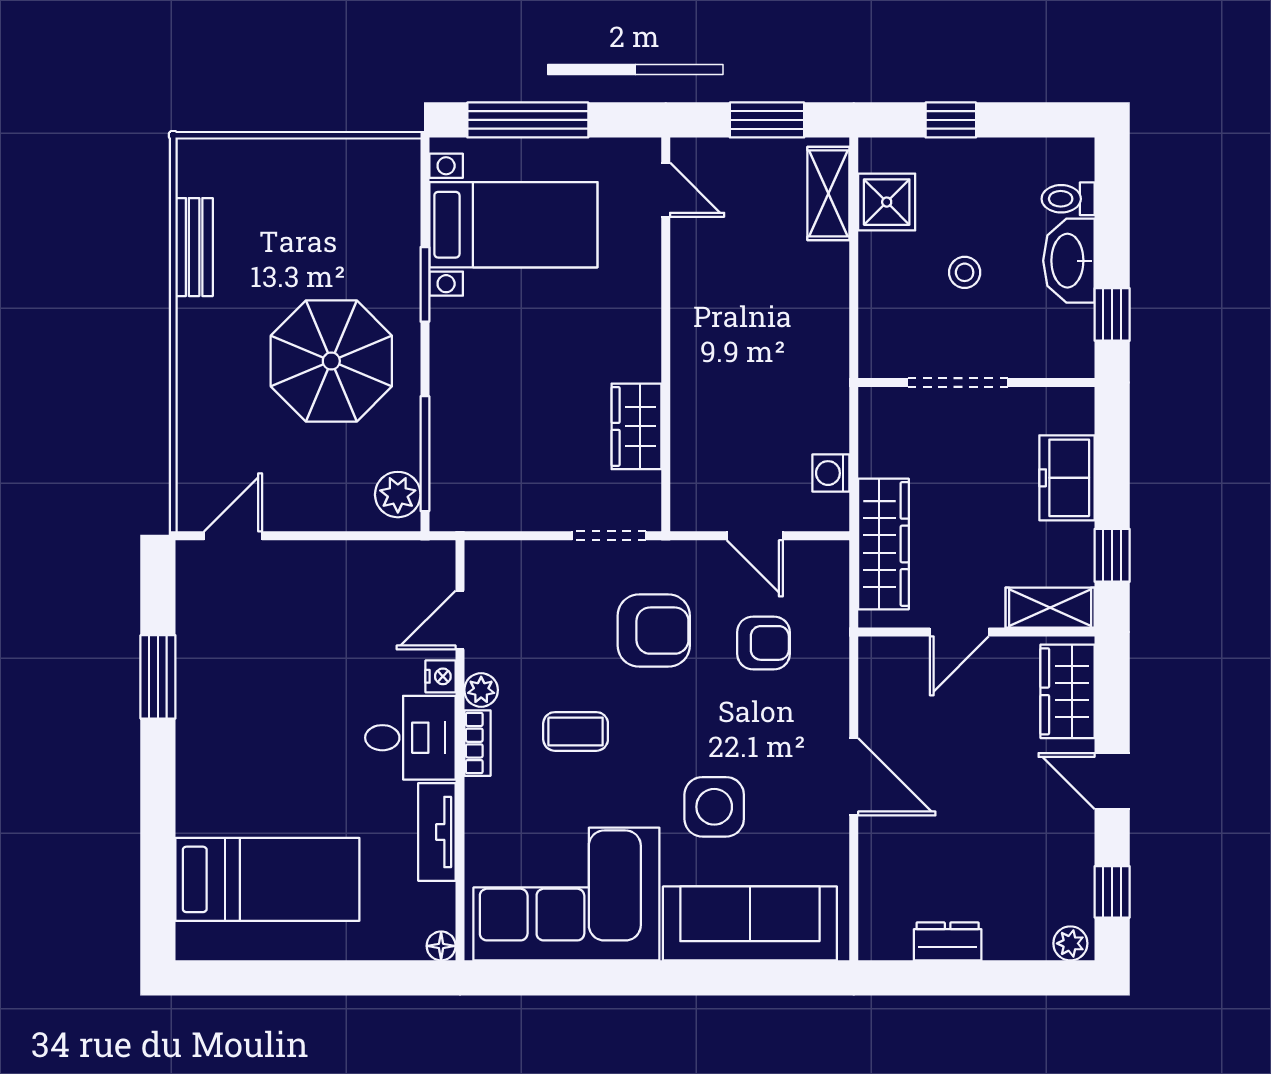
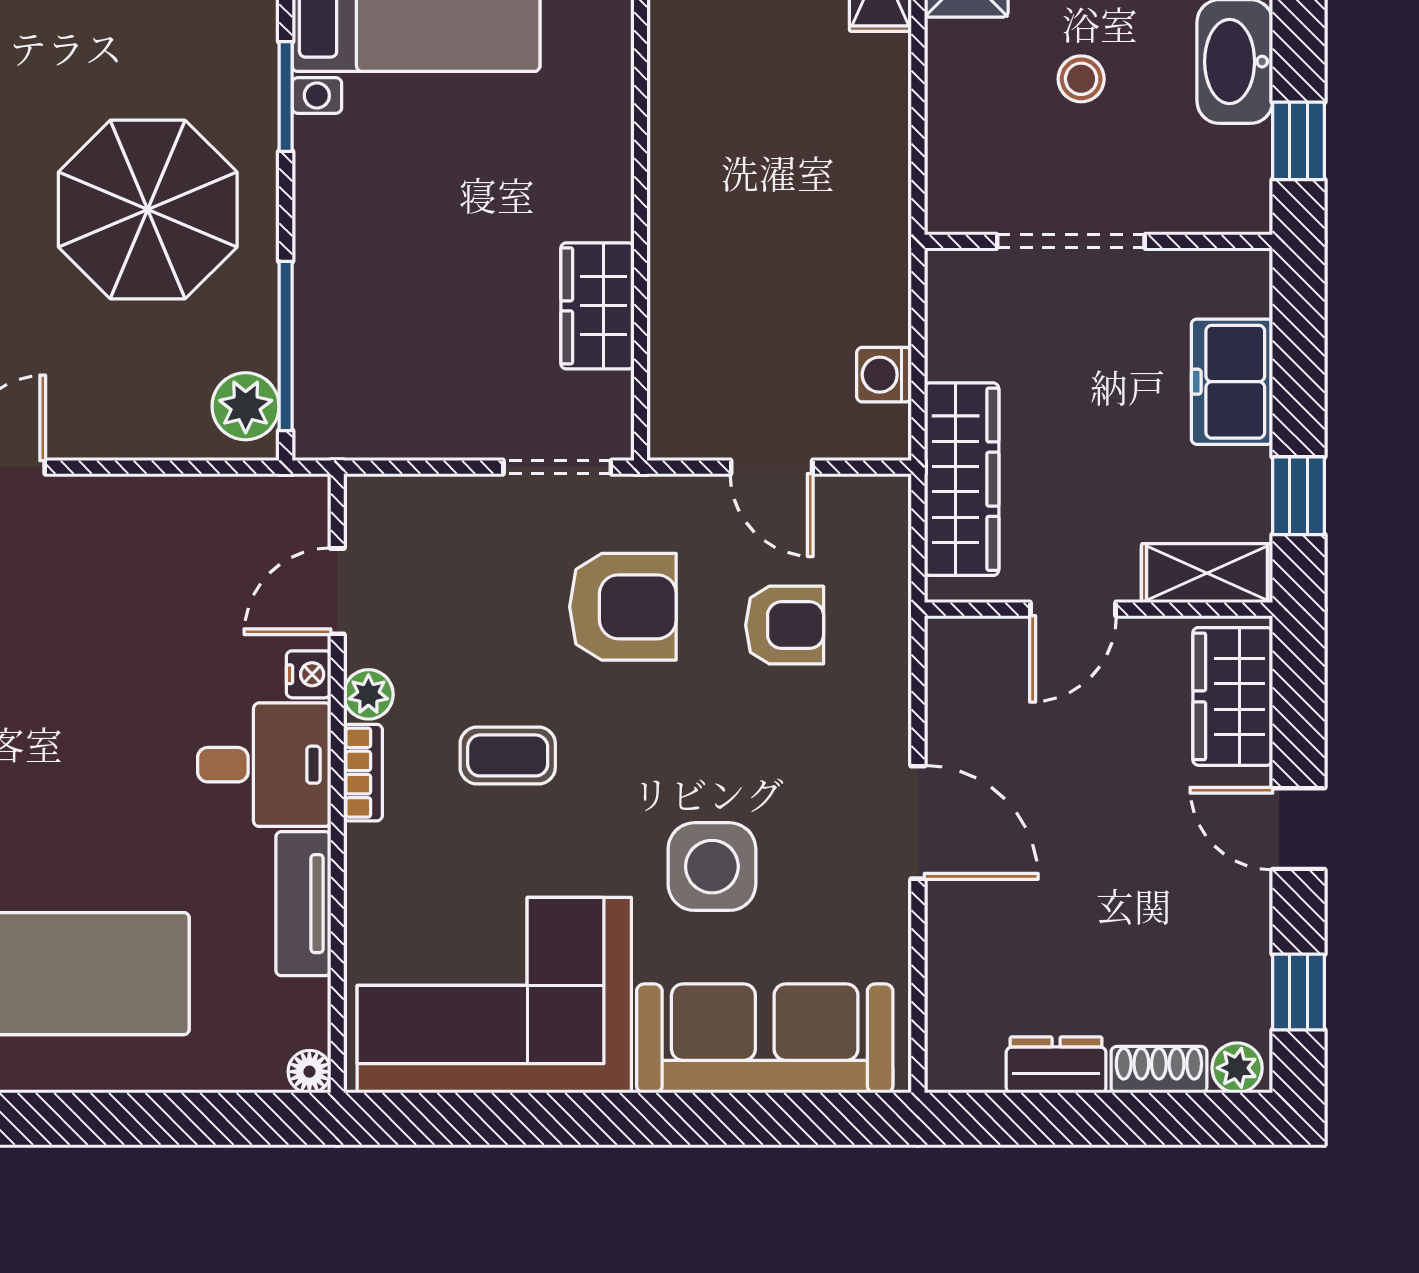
shoe rack: (1017, 945) -> (1159, 1070), added

